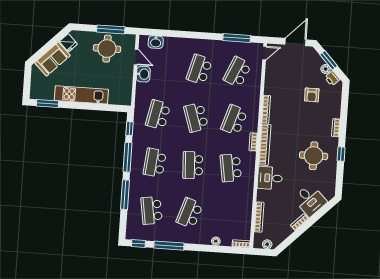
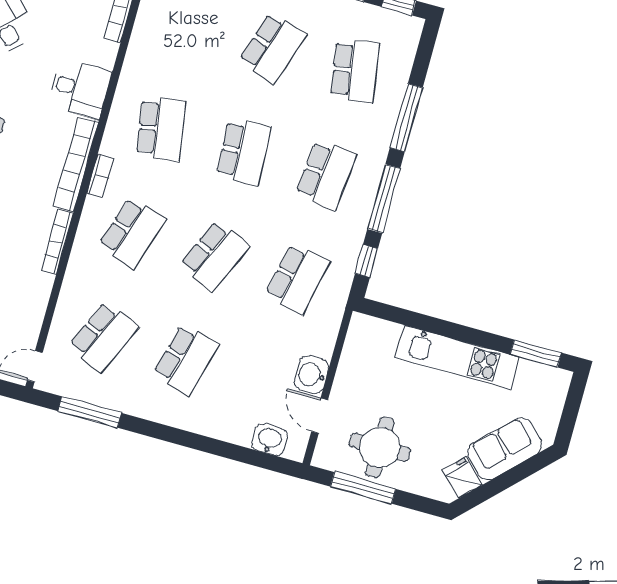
school desk: (196, 117) -> (215, 256), turned 42

